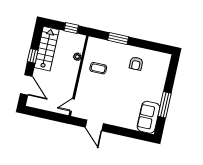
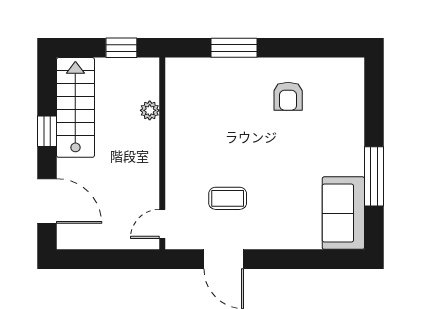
coffee table: (98, 68) -> (228, 198), moved

